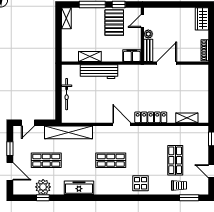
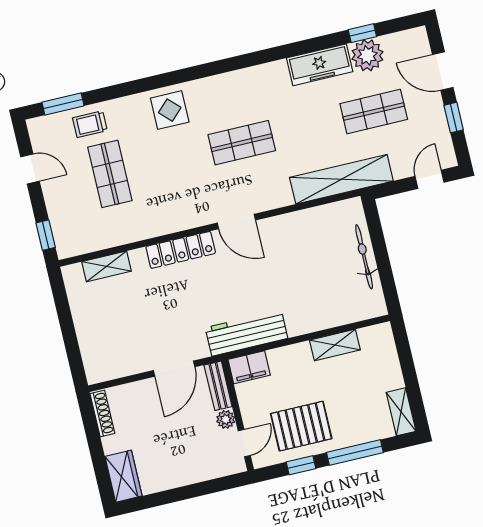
pallet: (114, 23) -> (301, 426), turned 90
workbench: (99, 72) -> (246, 333), moved
freezer: (79, 188) -> (320, 65), moved

